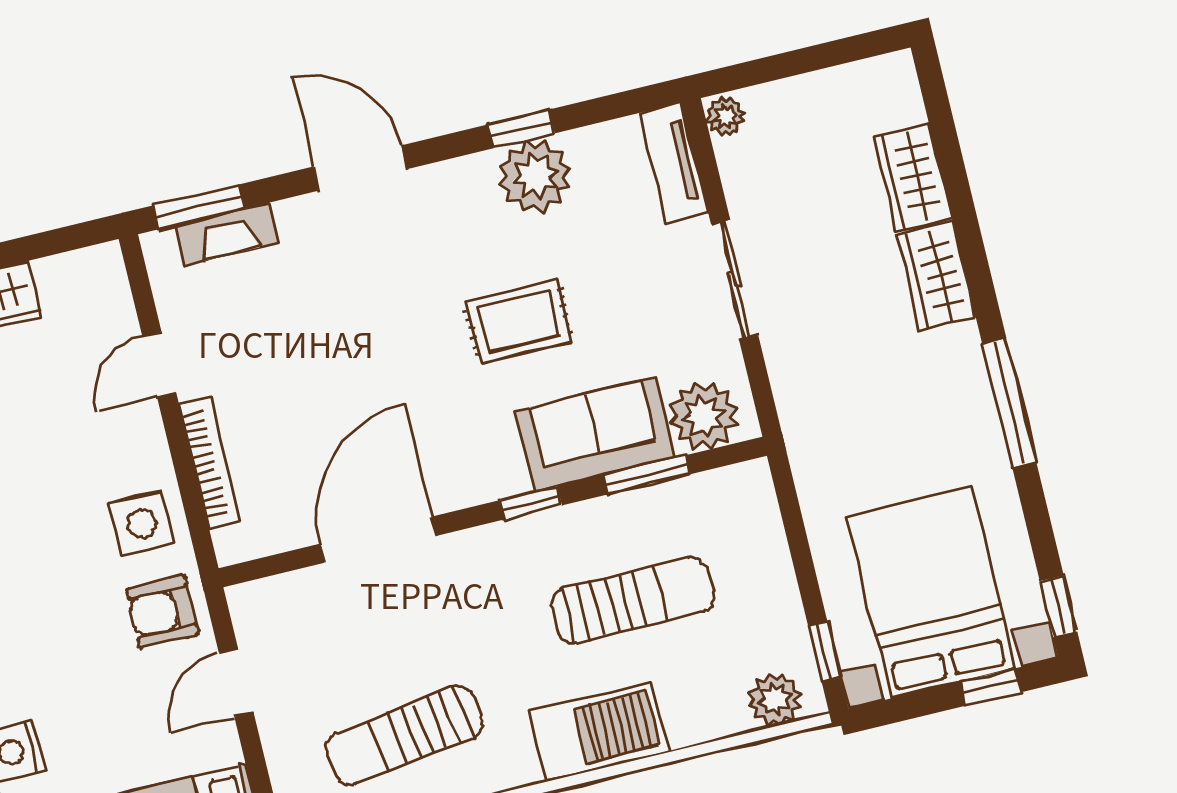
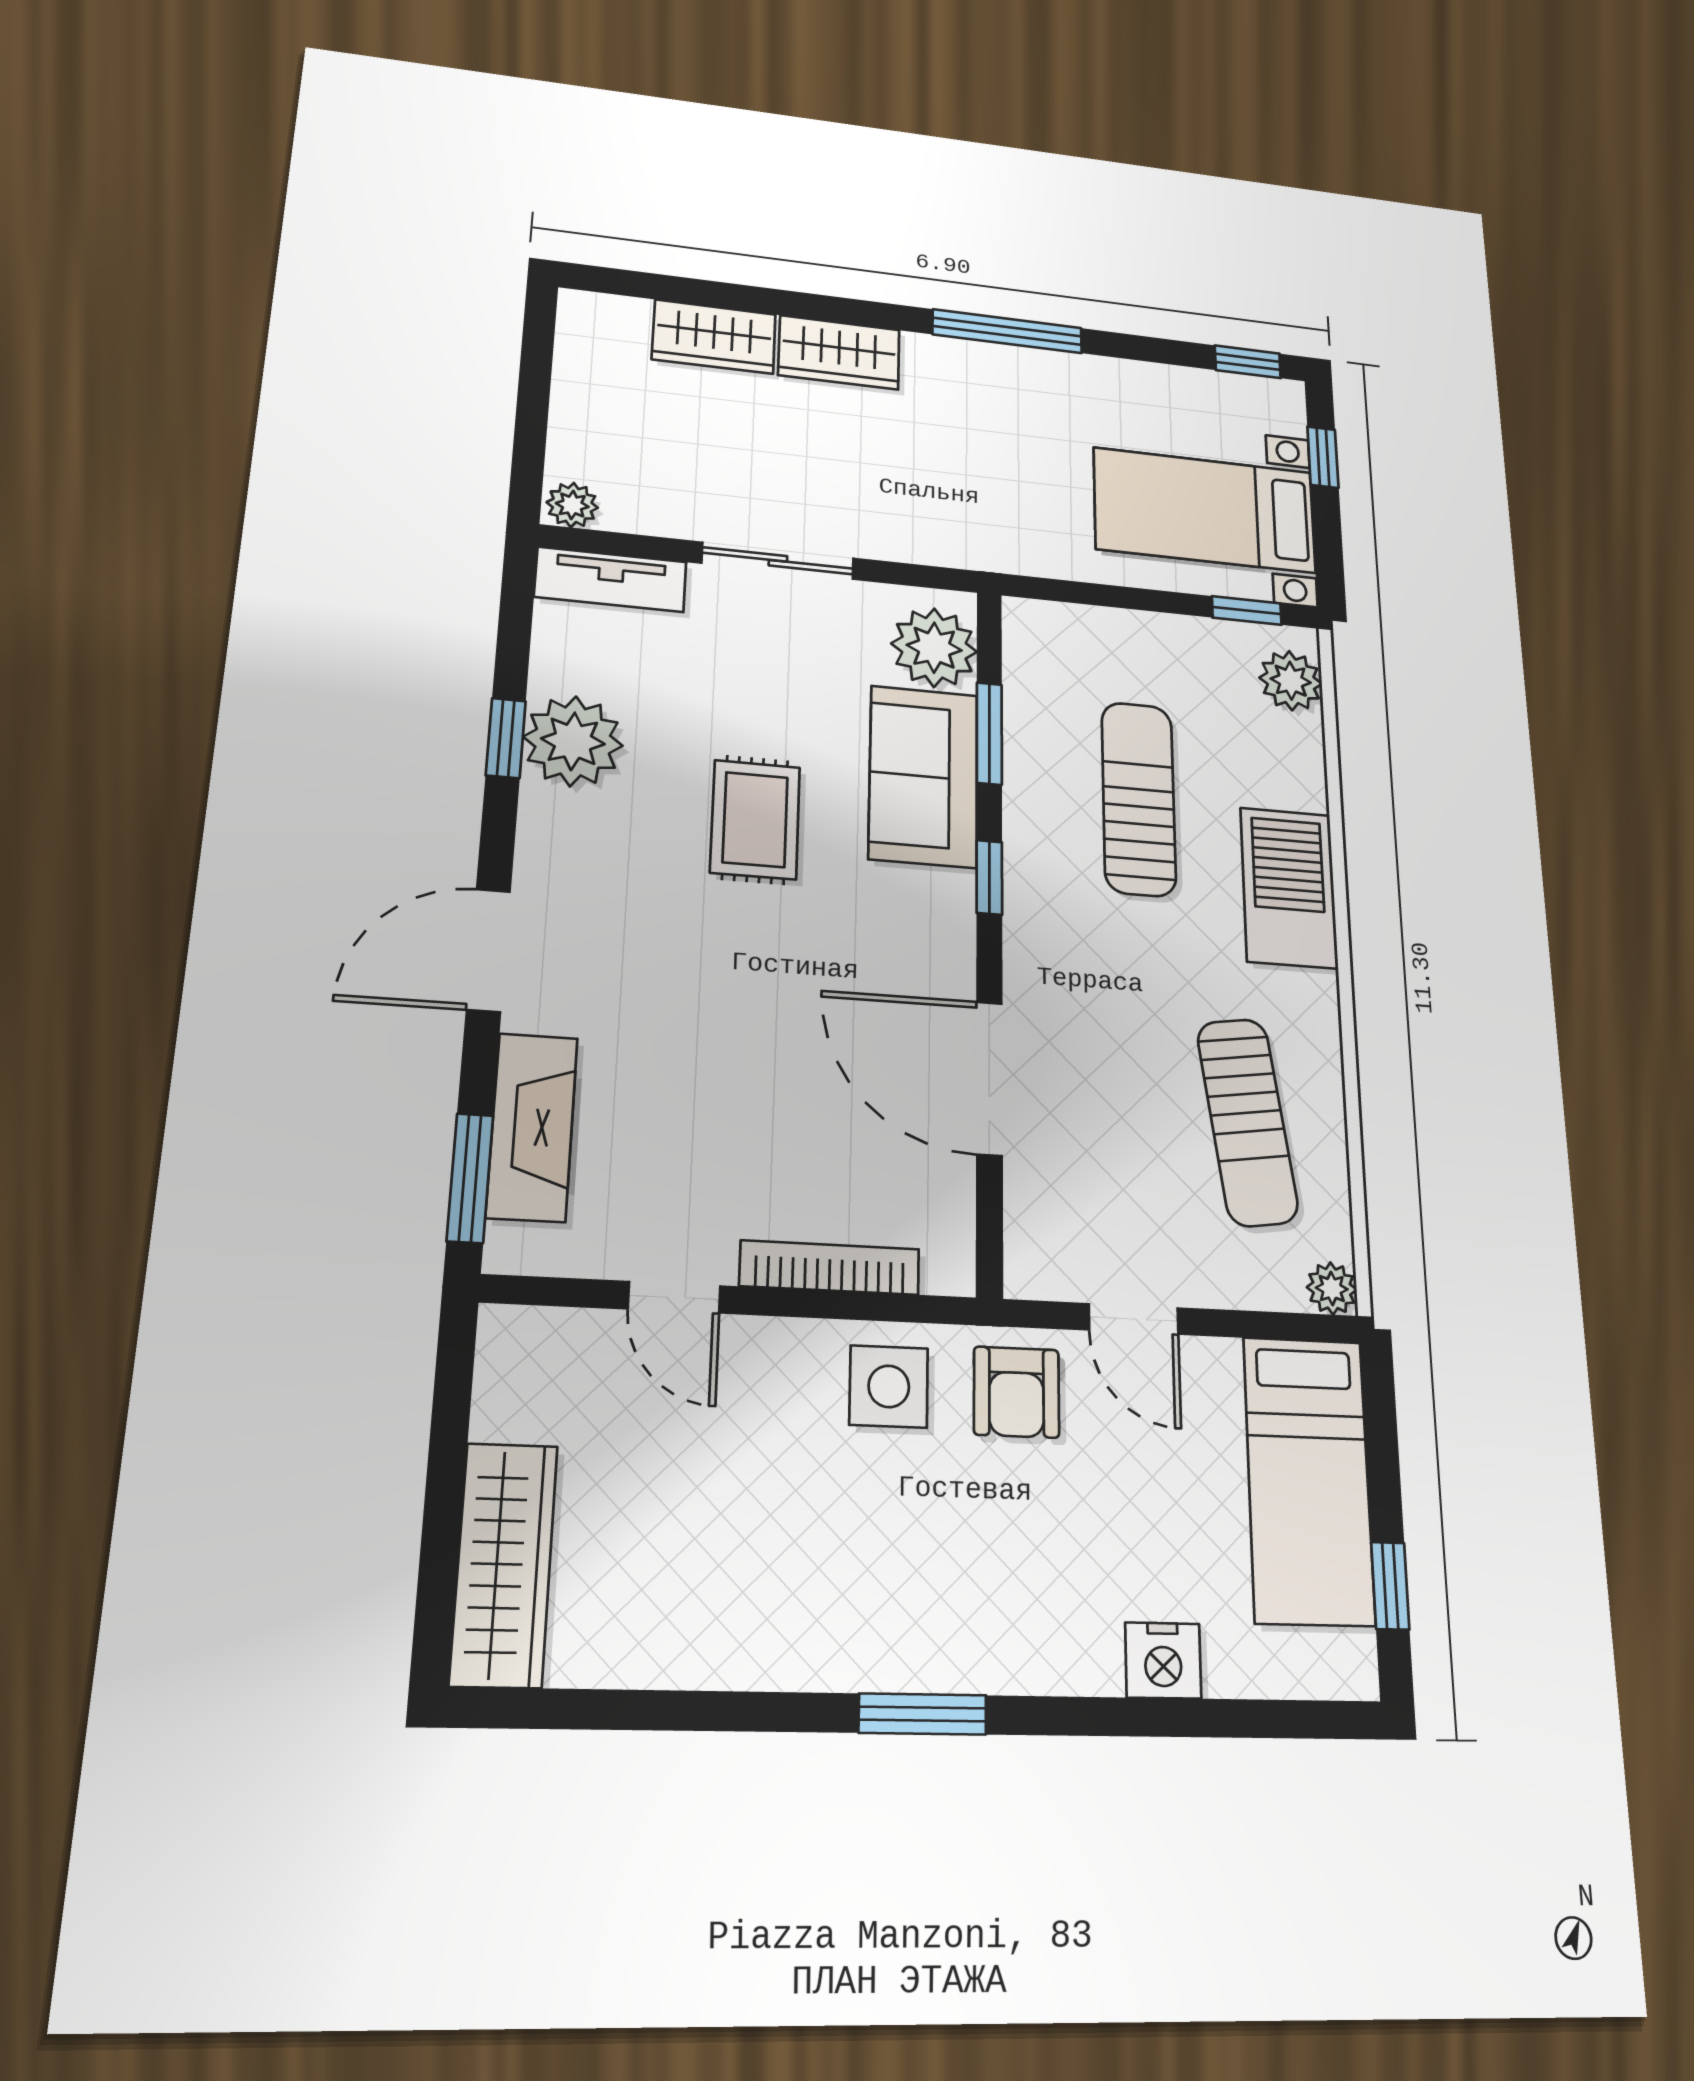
fireplace: (227, 234) -> (532, 1127), width x1.37, depth x1.32
bed with nightstands: (931, 593) -> (1205, 510), width x0.73

